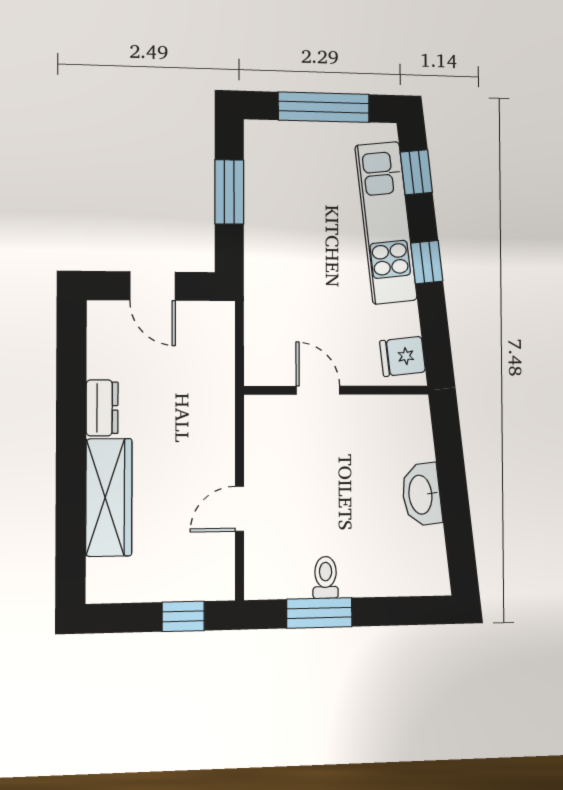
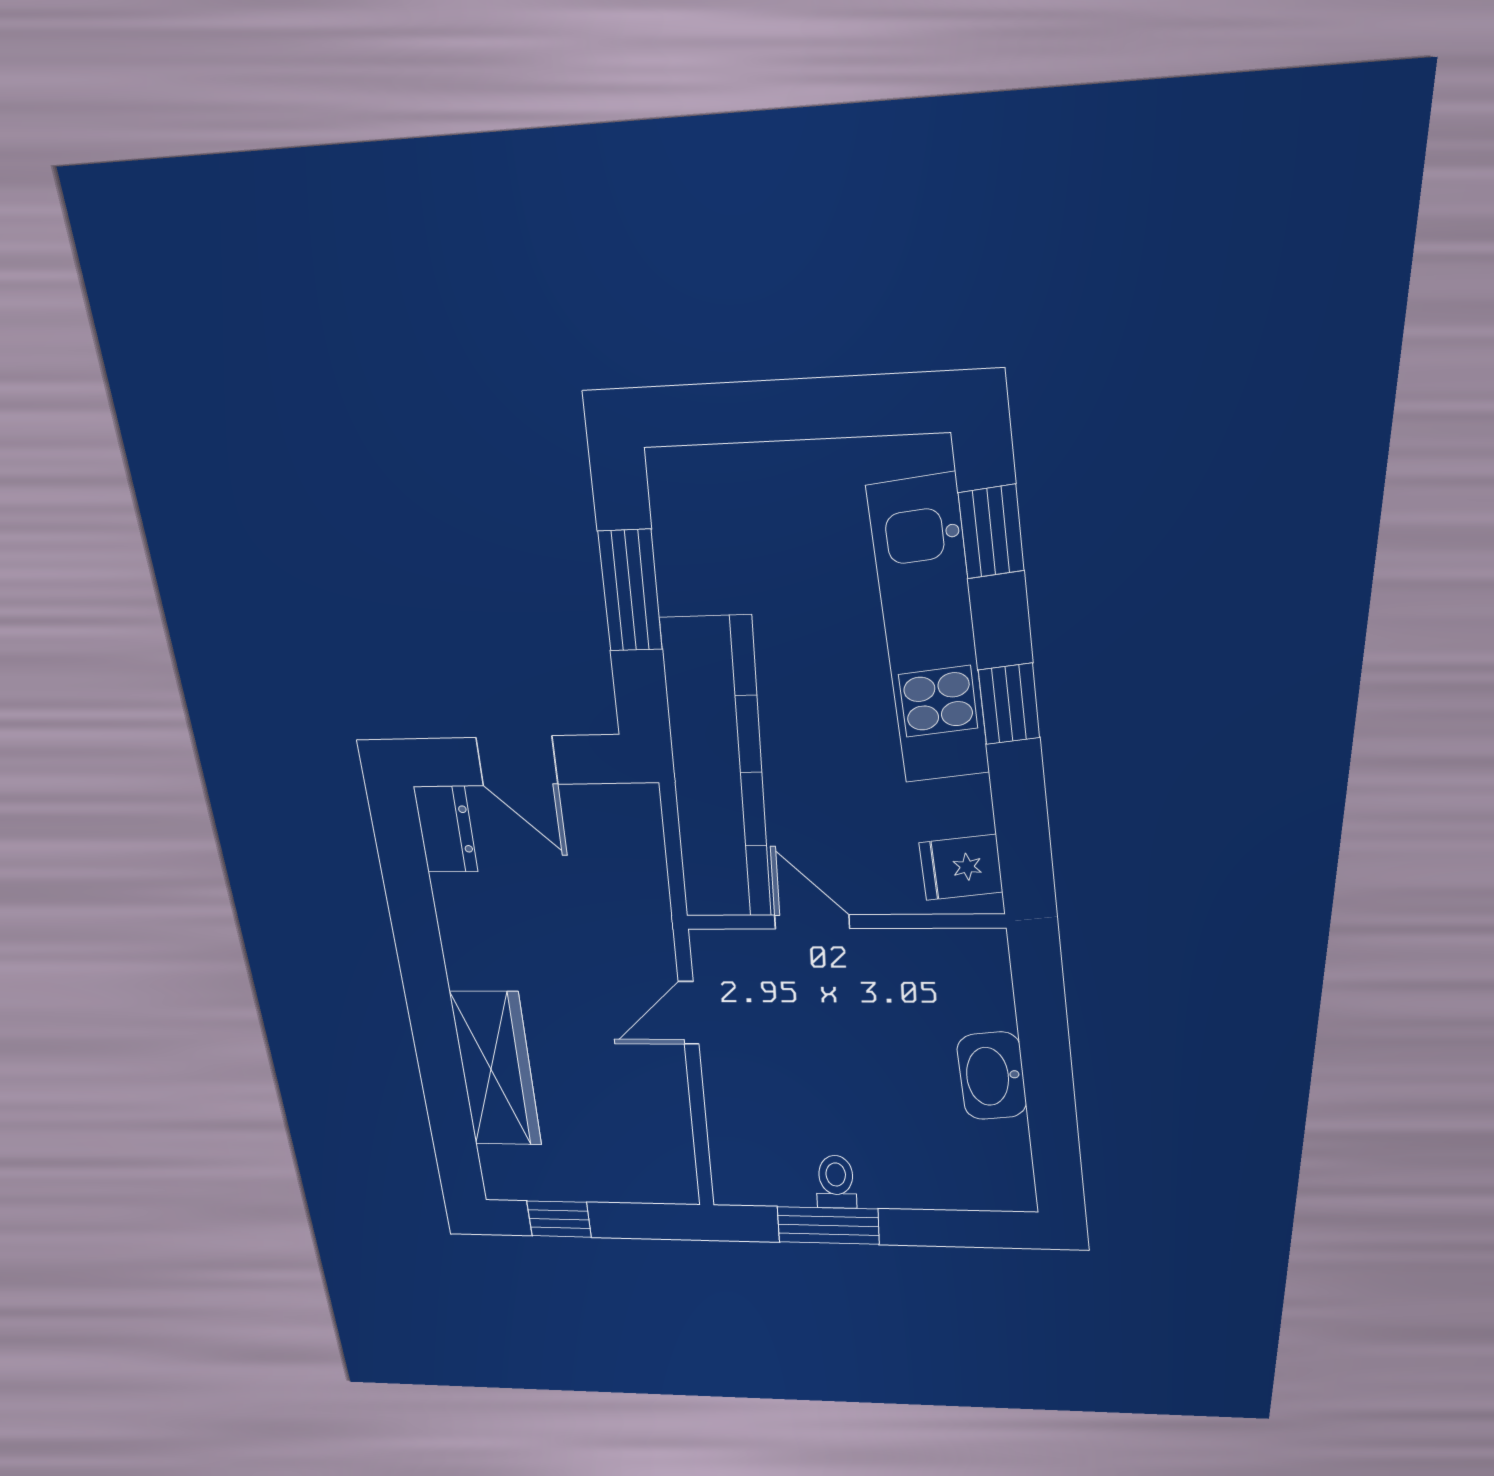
window: (324, 107) -> (800, 409), removed
kitchen counter: (269, 296) -> (718, 773), added
dresser: (102, 408) -> (446, 829), moved
door: (240, 509) -> (689, 1013), moved
window: (183, 616) -> (559, 1219), moved

